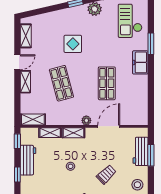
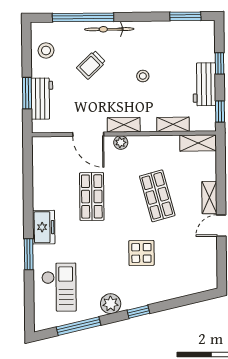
shelving: (26, 36) -> (210, 264), removed
door: (109, 126) -> (88, 134), hinge flipped
shelving: (73, 133) -> (124, 125), moved

